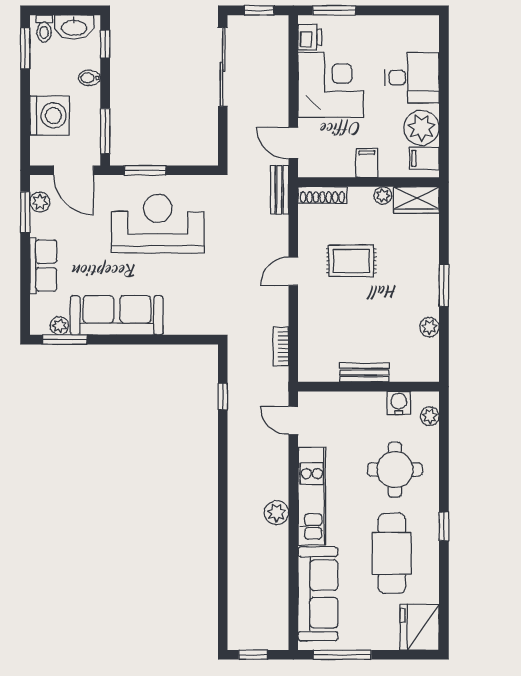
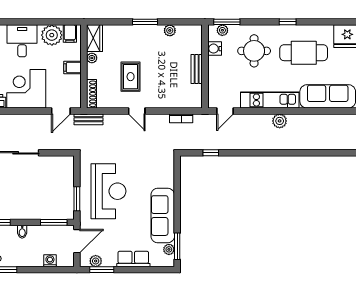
washing machine: (50, 116) -> (50, 261), width x0.53, depth x0.53
reception desk: (158, 224) -> (108, 191), turned 180
window: (444, 424) -> (227, 22), added

